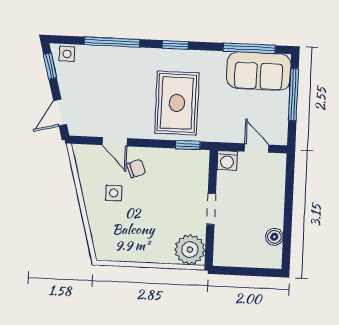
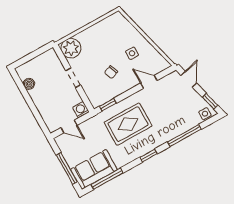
rug: (177, 103) -> (128, 124), turned 90
chair: (136, 169) -> (111, 72), moved

